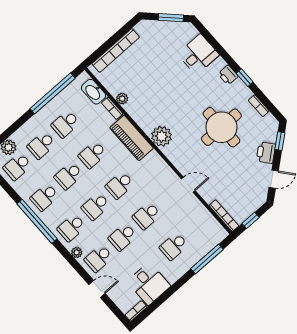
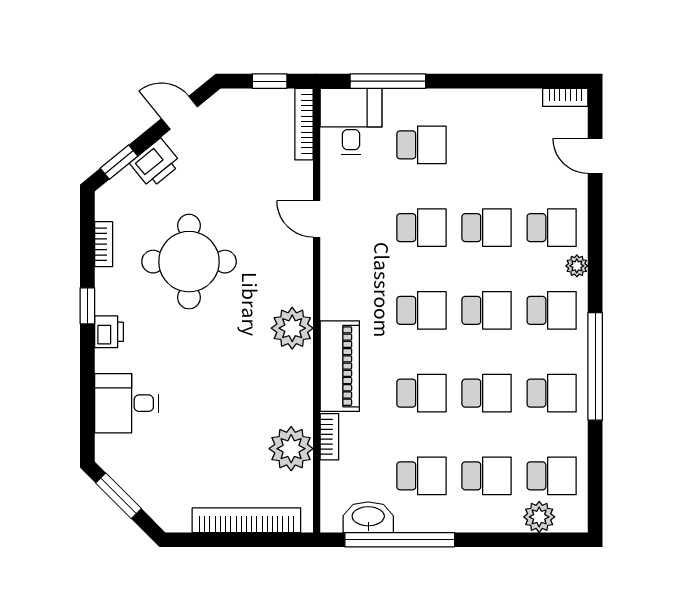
washbasin: (94, 92) -> (368, 517), moved, turned -90
plant: (122, 99) -> (291, 449), width x1.88, depth x1.88
desk: (149, 284) -> (351, 122), moved
door: (97, 289) -> (595, 156), moved

